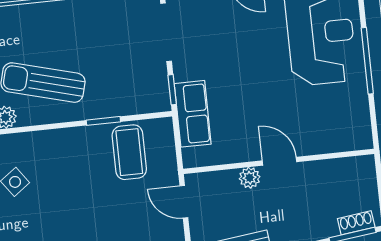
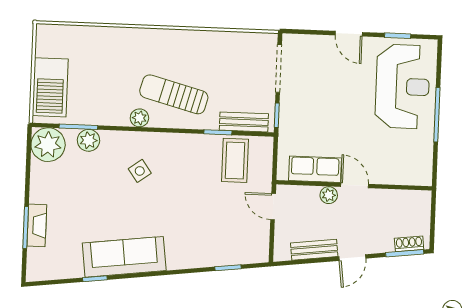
bench: (133, 104) -> (244, 122), added
row of seats: (193, 114) -> (315, 169), moved, turned -90

